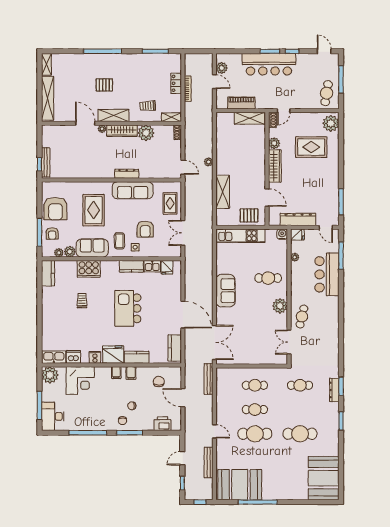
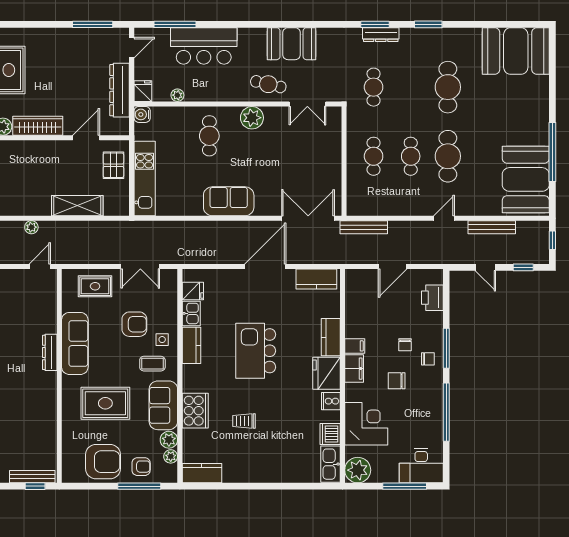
kitchen island: (128, 308) -> (256, 351), turned 90
booth: (328, 332) -> (292, 44), added
filing cabinet: (116, 373) -> (354, 369), width x2.00
chair: (159, 382) -> (397, 381), moved

